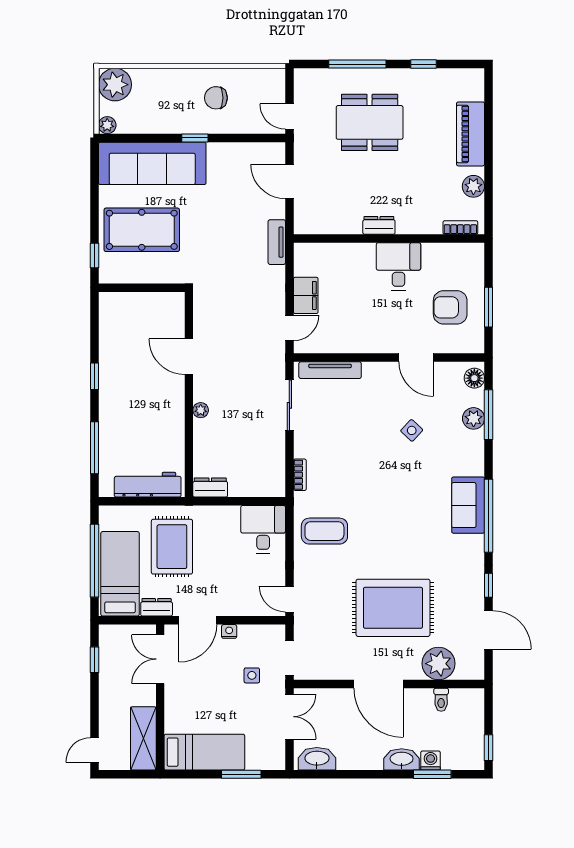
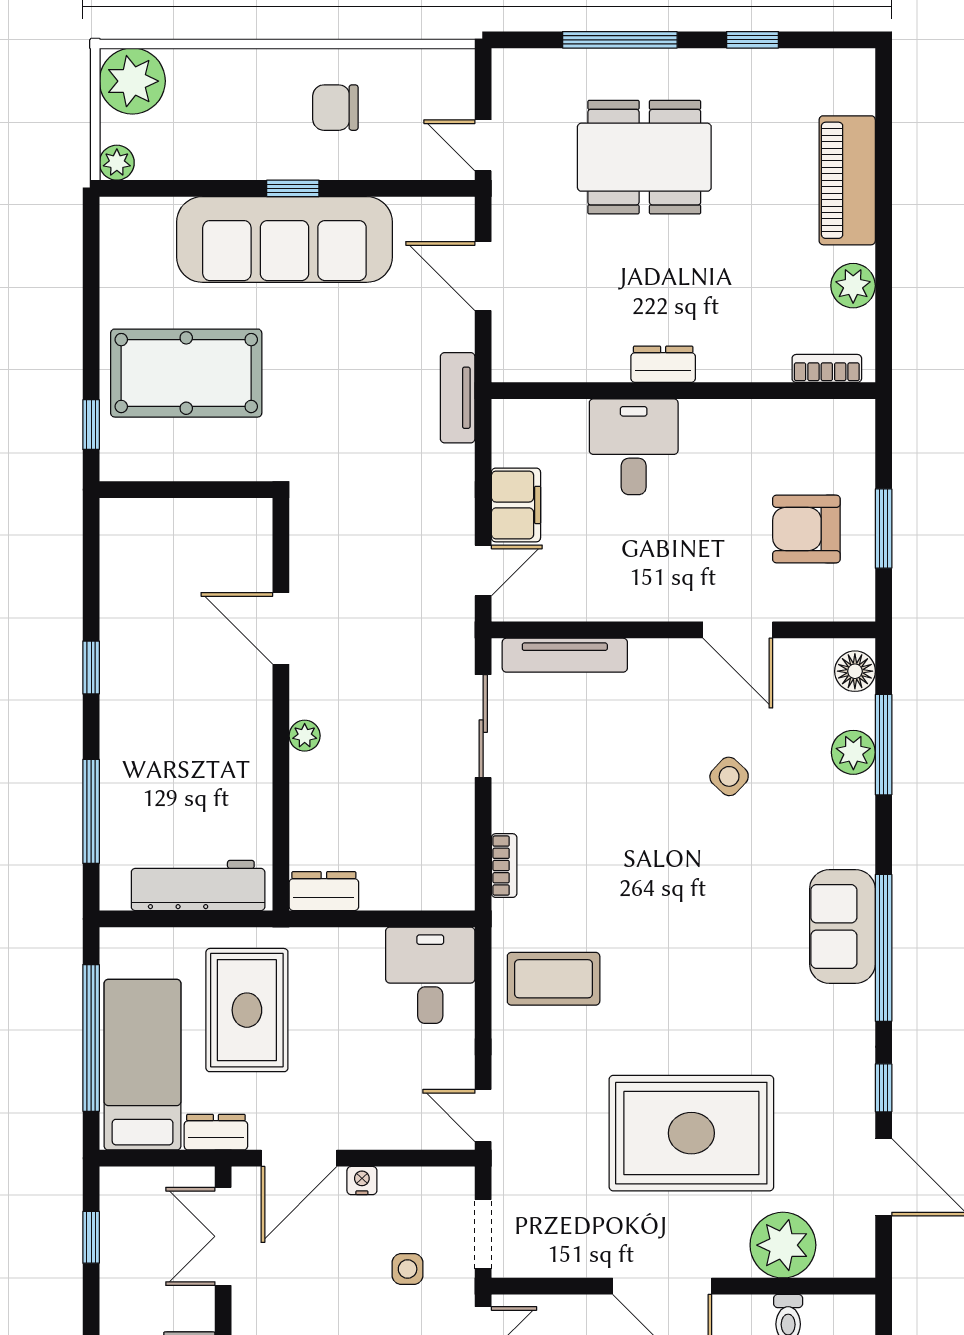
sofa: (152, 163) -> (284, 239), moved
desk: (398, 266) -> (634, 447), moved

